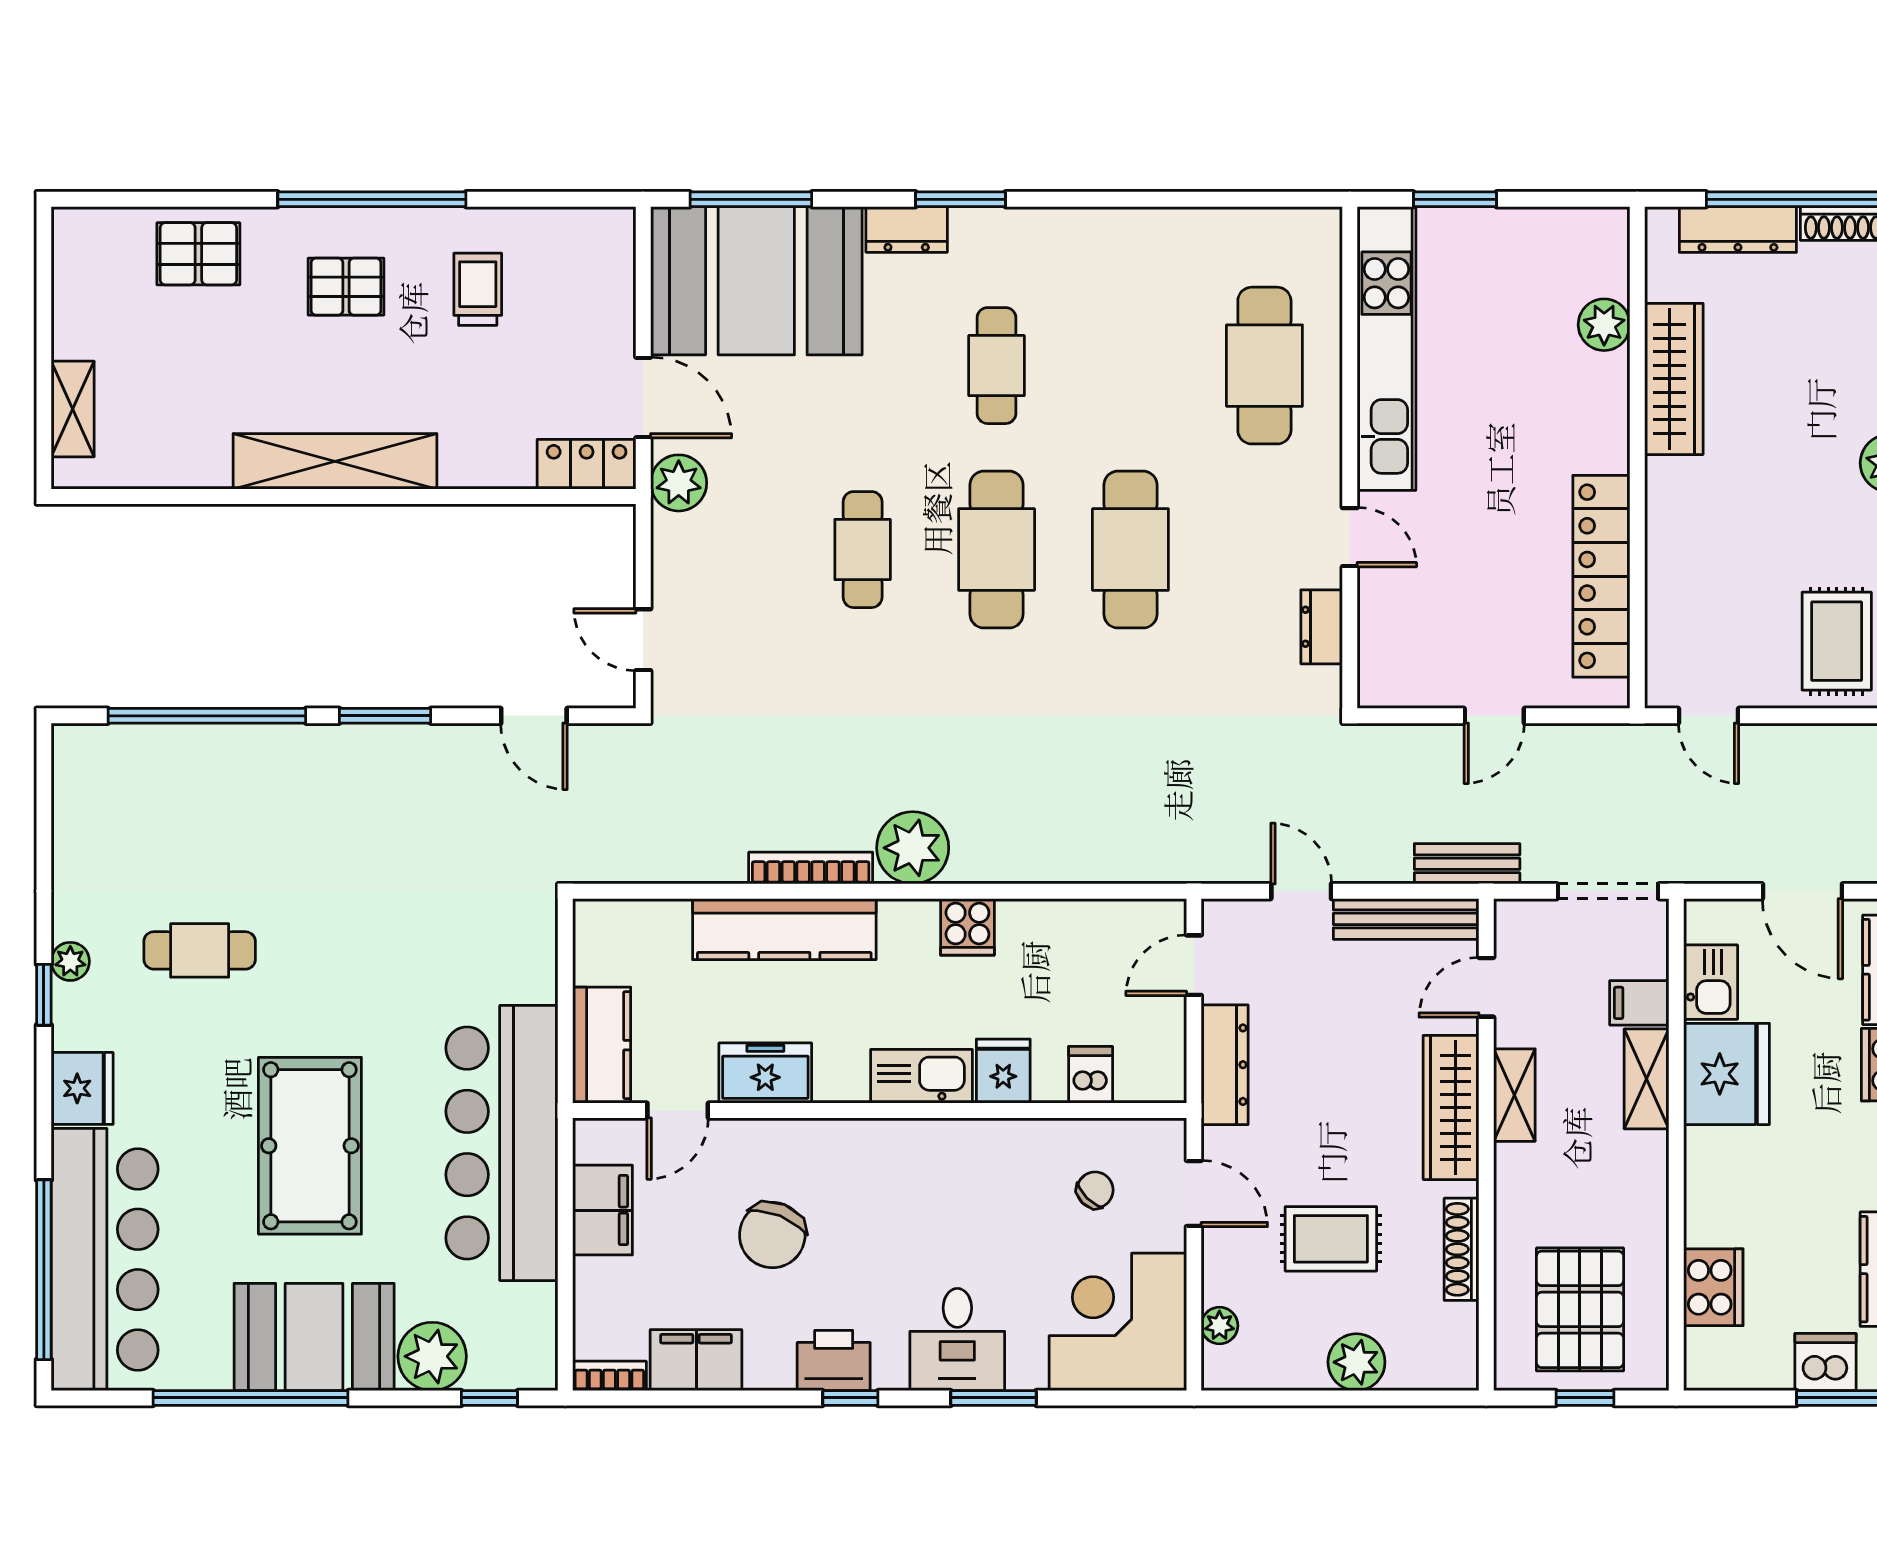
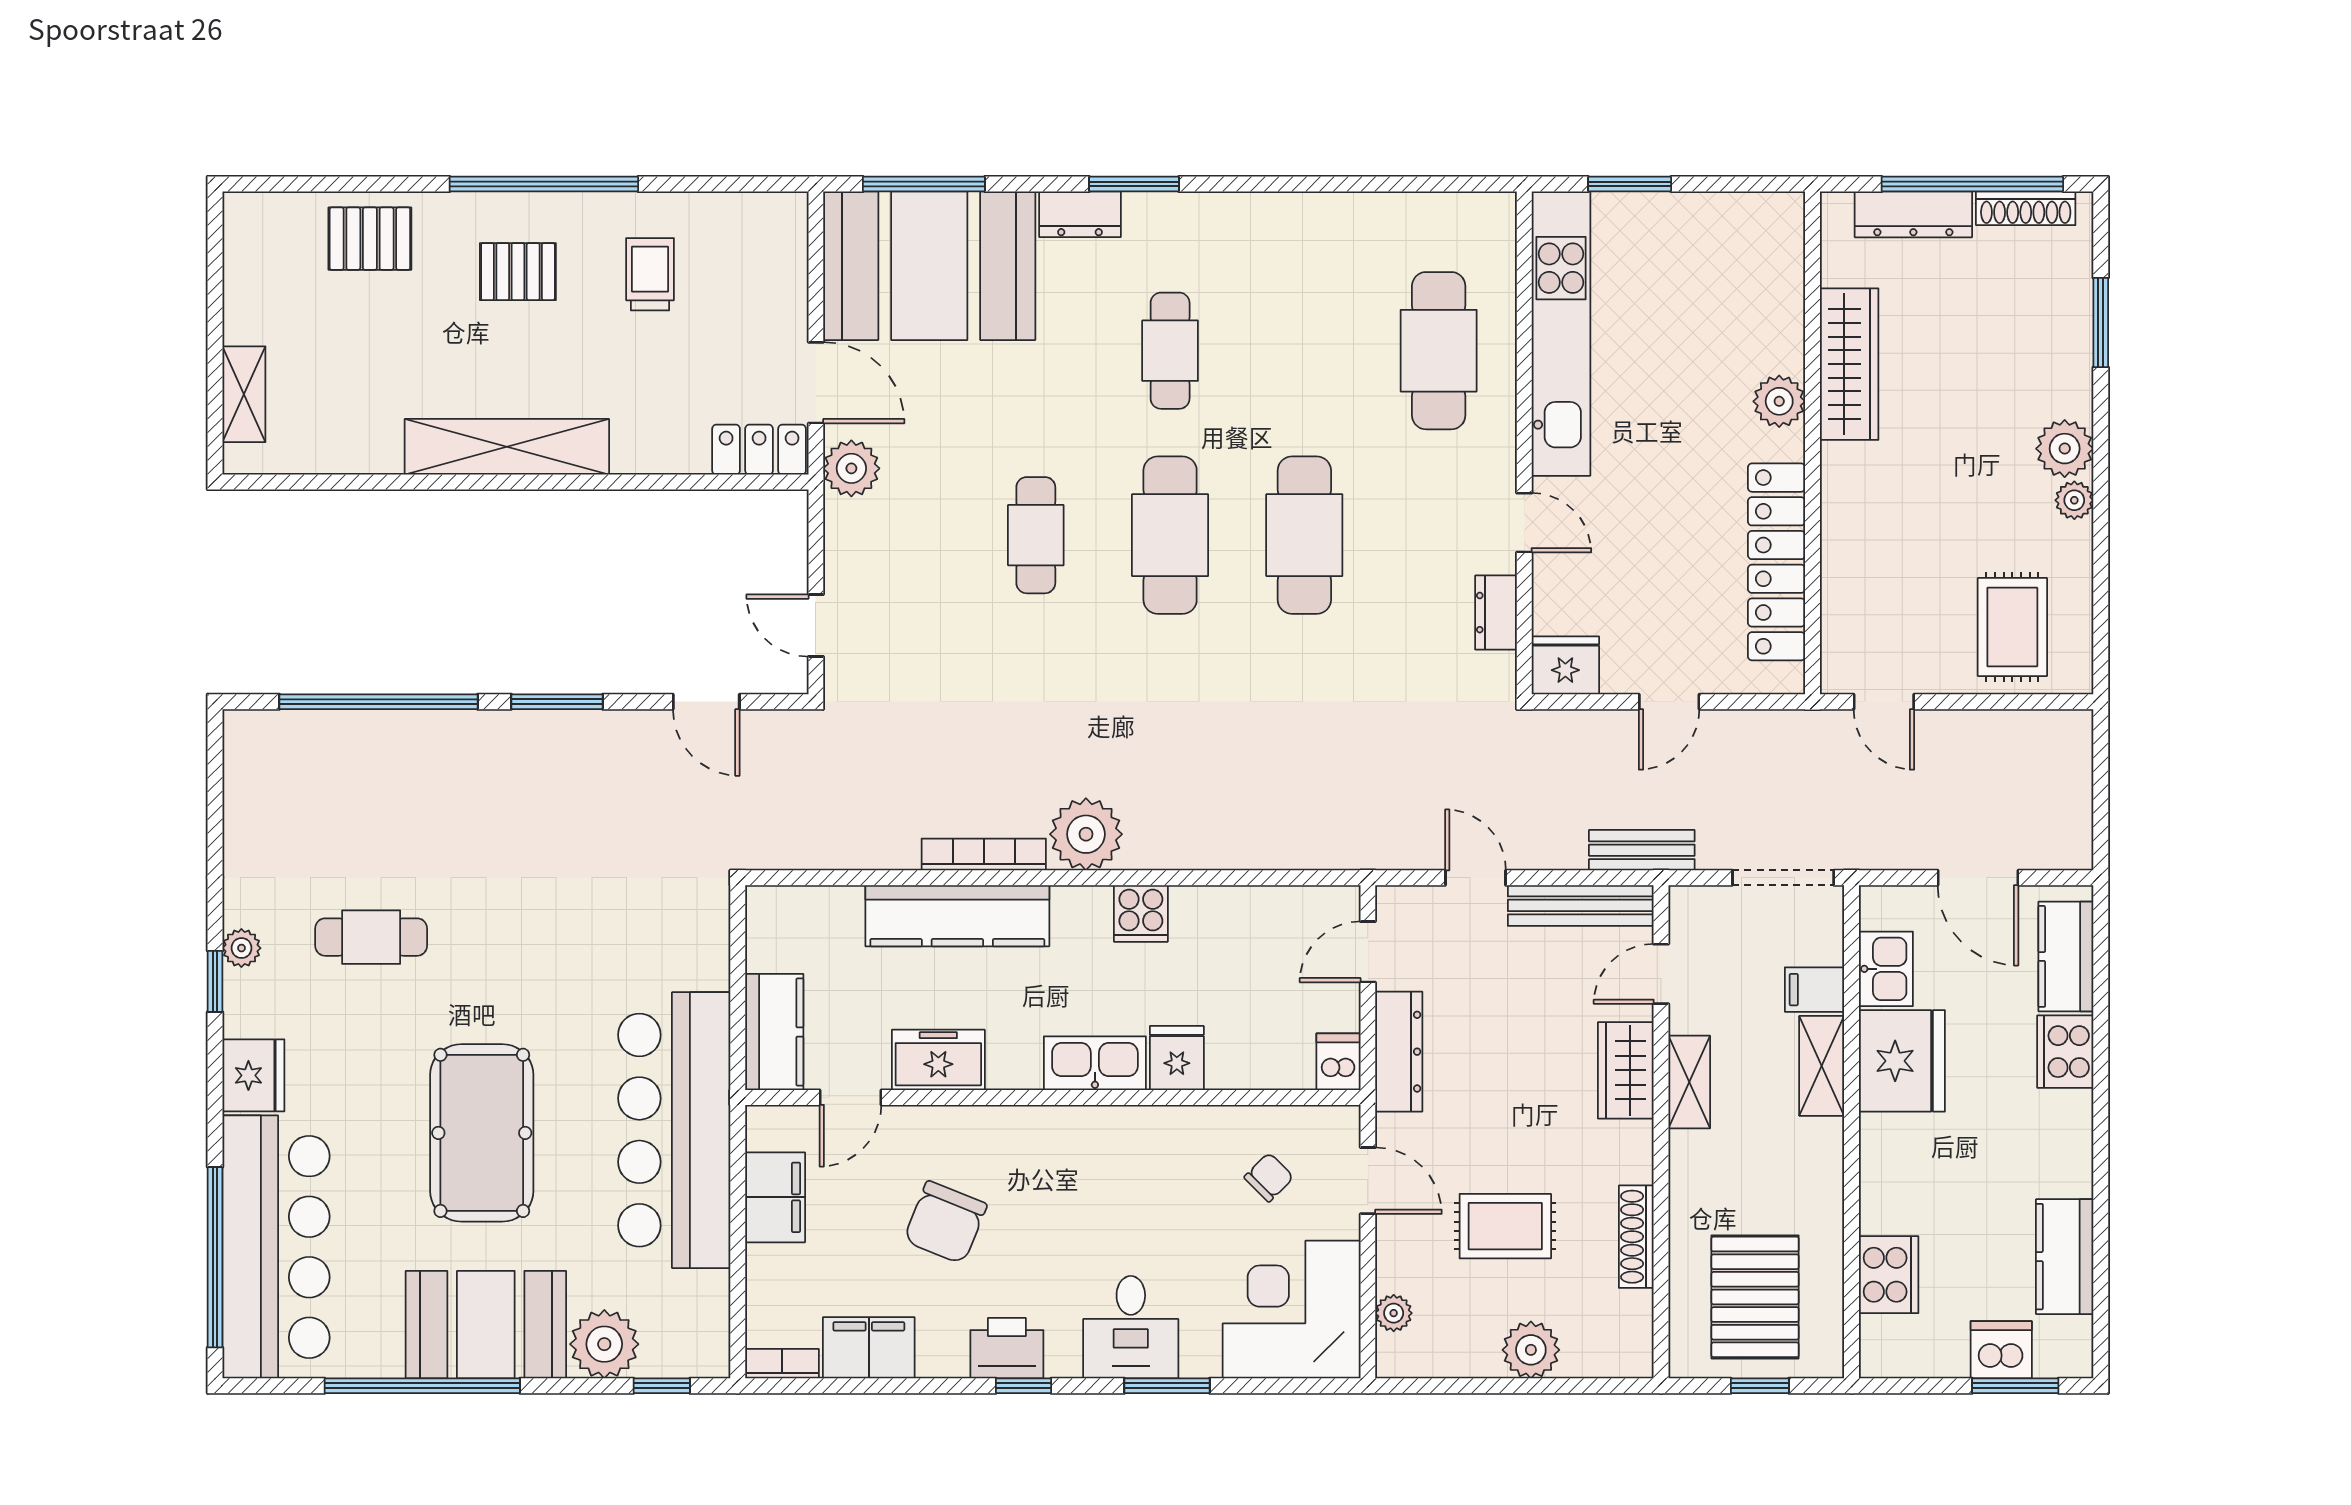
plant: (1604, 325) -> (1779, 401), moved
fridge: (1391, 679) -> (1565, 665), added
dishwasher: (1091, 1075) -> (1339, 1062), moved
wardrobe: (1451, 1107) -> (1626, 1070), width x0.67

